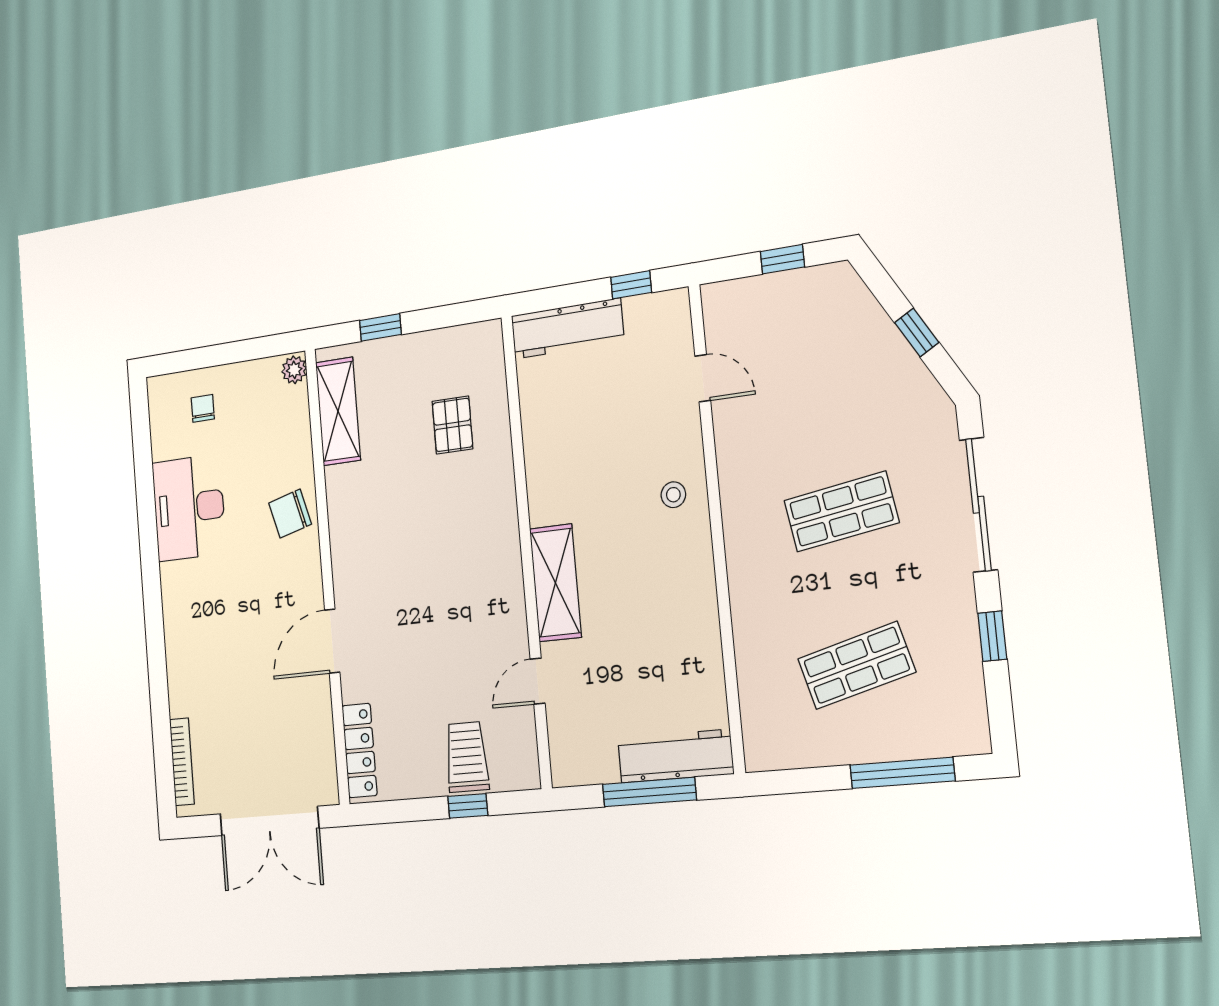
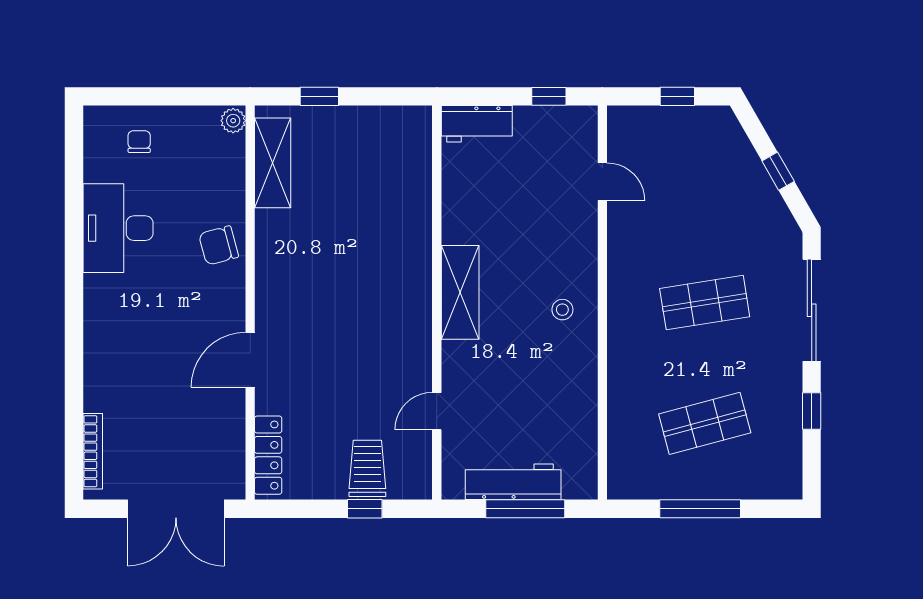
workbench: (567, 329) -> (477, 124), width x0.73
pallet: (452, 425) -> (379, 189), removed
stool: (673, 495) -> (562, 310), moved
shelving: (555, 583) -> (460, 292), moved
workbench: (675, 756) -> (513, 482), moved
window: (902, 773) -> (700, 509), moved

